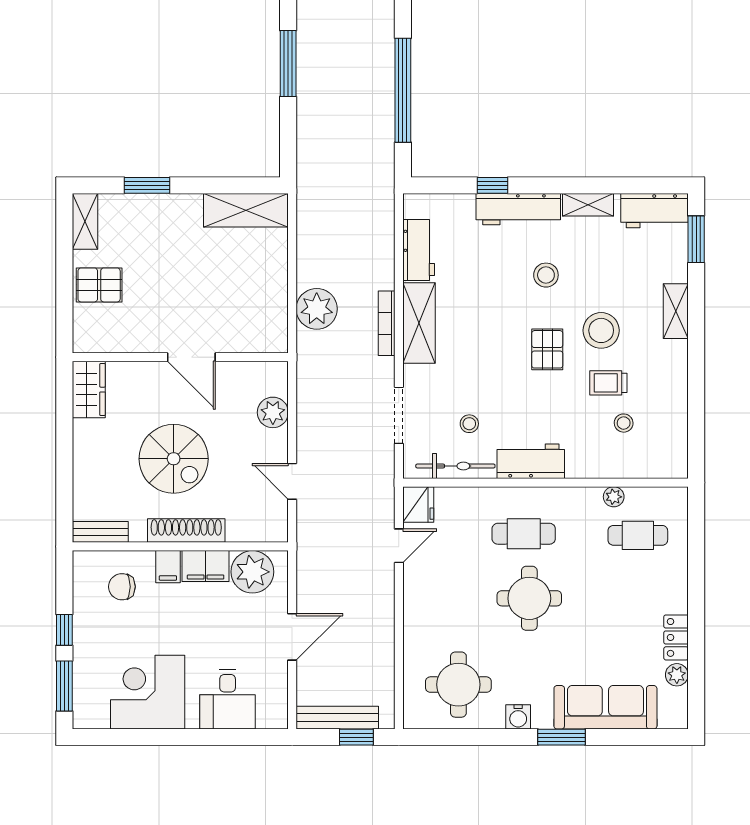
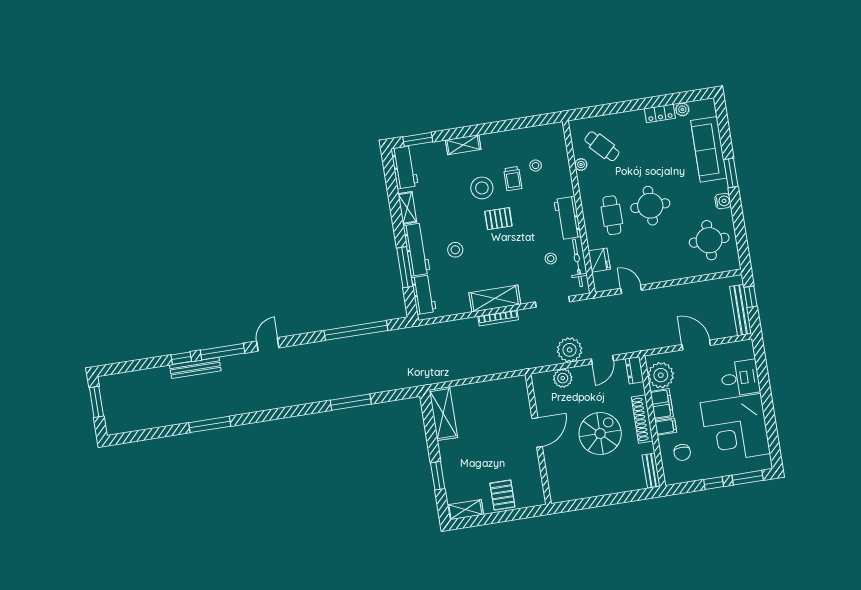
window: (492, 185) -> (405, 267), width x2.17
workbench: (419, 250) -> (424, 295), moved, turned 90
stool: (546, 275) -> (455, 250), moved
plant: (317, 309) -> (570, 350), moved
wardrobe: (89, 390) -> (566, 491), removed
fridge: (418, 504) -> (599, 260), moved, turned 90
dresser: (267, 531) -> (635, 370), added
cafe table: (638, 535) -> (602, 146), turned -44
corner desk: (148, 692) -> (735, 428), width x1.36, depth x1.36

